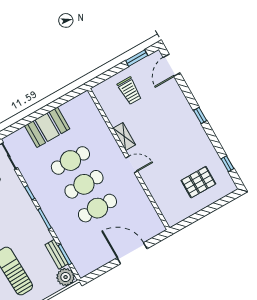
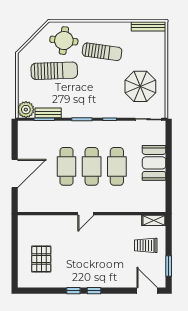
shelving: (124, 137) -> (154, 220), moved
window: (228, 164) -> (73, 291), moved

